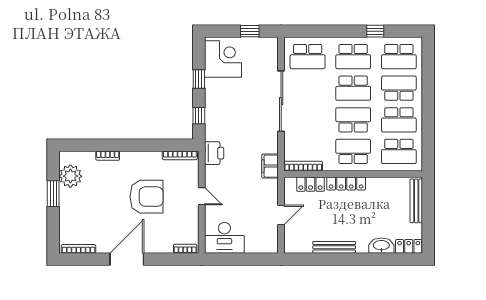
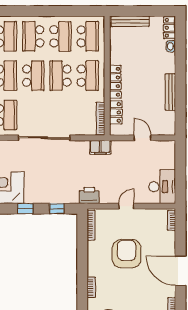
school desk: (353, 151) -> (88, 76), turned 180
washbasin: (381, 246) -> (171, 46), width x0.52, depth x0.69

